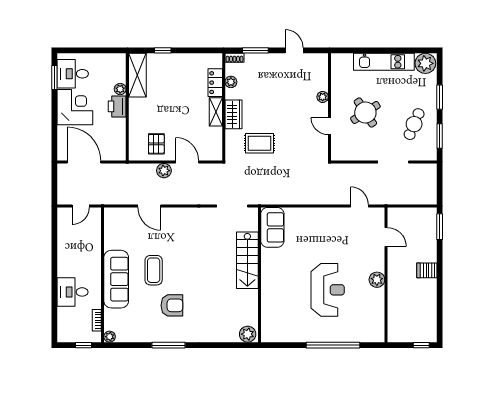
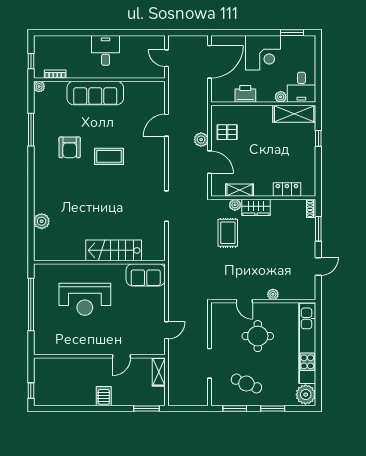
kitchen unit: (384, 62) -> (307, 343), width x1.36
desk: (73, 74) -> (301, 87), moved, turned 180
plant: (231, 82) -> (235, 205), moved
printer: (117, 106) -> (245, 94), moved
shelving: (216, 112) -> (240, 190), moved
round table: (365, 112) -> (258, 336), turned 33
door: (330, 126) -> (244, 301), swing flipped
door: (187, 162) -> (210, 162), hinge flipped
shelving: (402, 214) -> (159, 372), added
sofa: (272, 227) -> (146, 275), moved
door: (386, 237) -> (121, 356), moved
stairs: (247, 260) -> (114, 250), moved
coffee table: (154, 270) -> (109, 156), moved
wall: (259, 275) -> (99, 262), moved
plant: (377, 280) -> (95, 347), removed
desk: (73, 292) -> (106, 50), moved
window: (168, 345) -> (31, 130), moved

